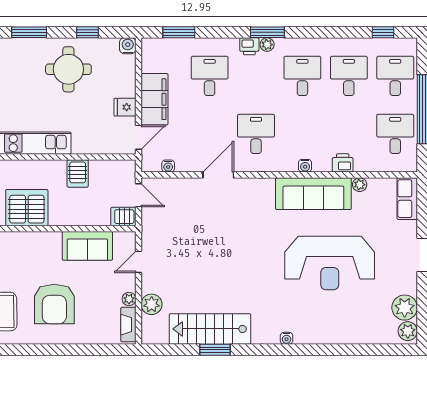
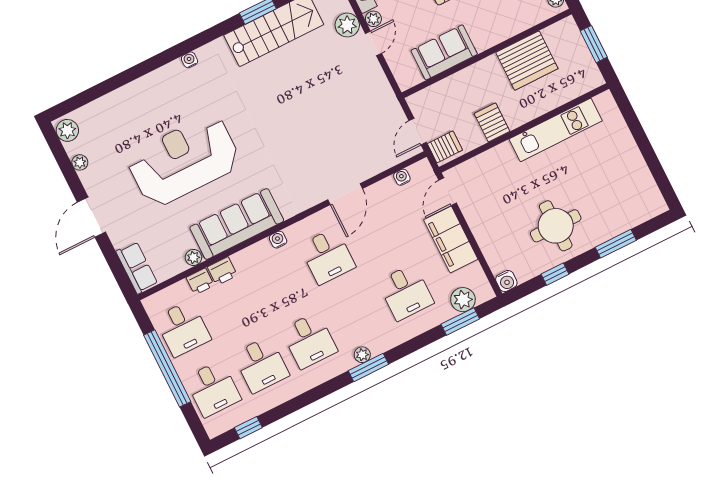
printer: (249, 46) -> (200, 281), moved, turned 180
plant: (168, 48) -> (463, 300), added
fridge: (125, 107) -> (477, 216), removed
water cooler: (305, 166) -> (278, 240), moved
door: (138, 195) -> (418, 132), hinge flipped
server rack: (123, 217) -> (445, 147), moved
door: (138, 262) -> (373, 43), moved
plant: (405, 308) -> (80, 162), width x0.53, depth x0.53

